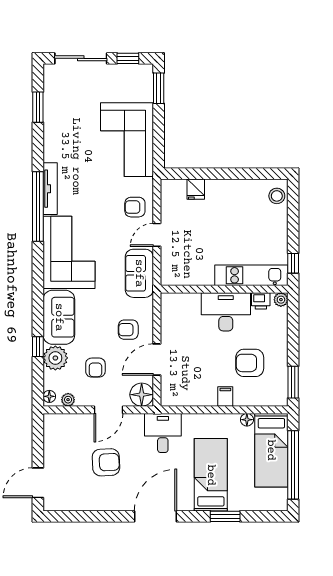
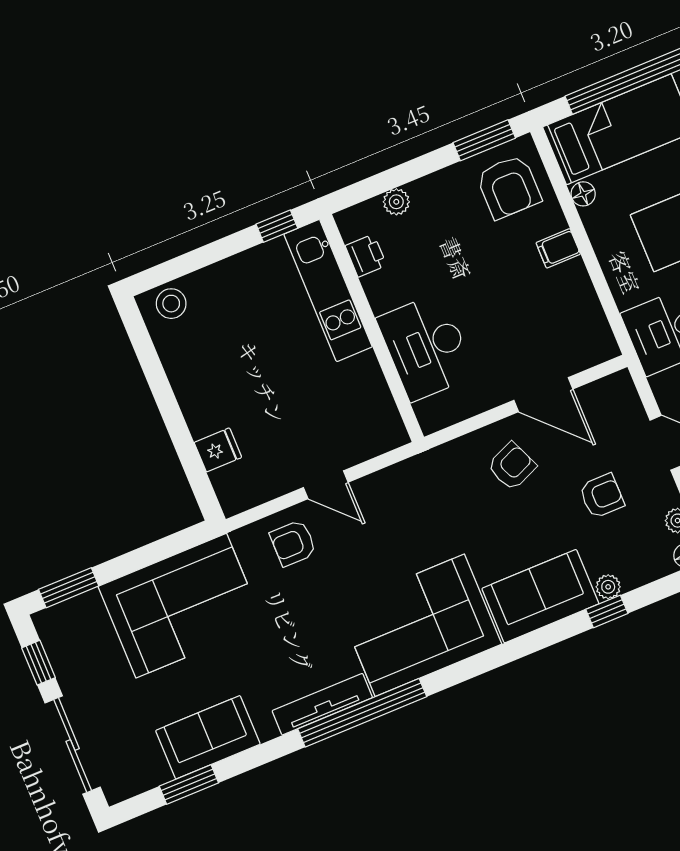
armchair: (135, 207) -> (293, 543), turned 90
sofa: (139, 273) -> (208, 737), moved, turned 180
plant: (281, 300) -> (396, 202), moved
desk: (226, 312) -> (426, 347), moved
armchair: (128, 330) -> (512, 466), turned -113
plant: (55, 358) -> (608, 587), width x0.53, depth x0.53
armchair: (250, 363) -> (509, 187), moved
floor lamp: (142, 395) -> (616, 396), removed

